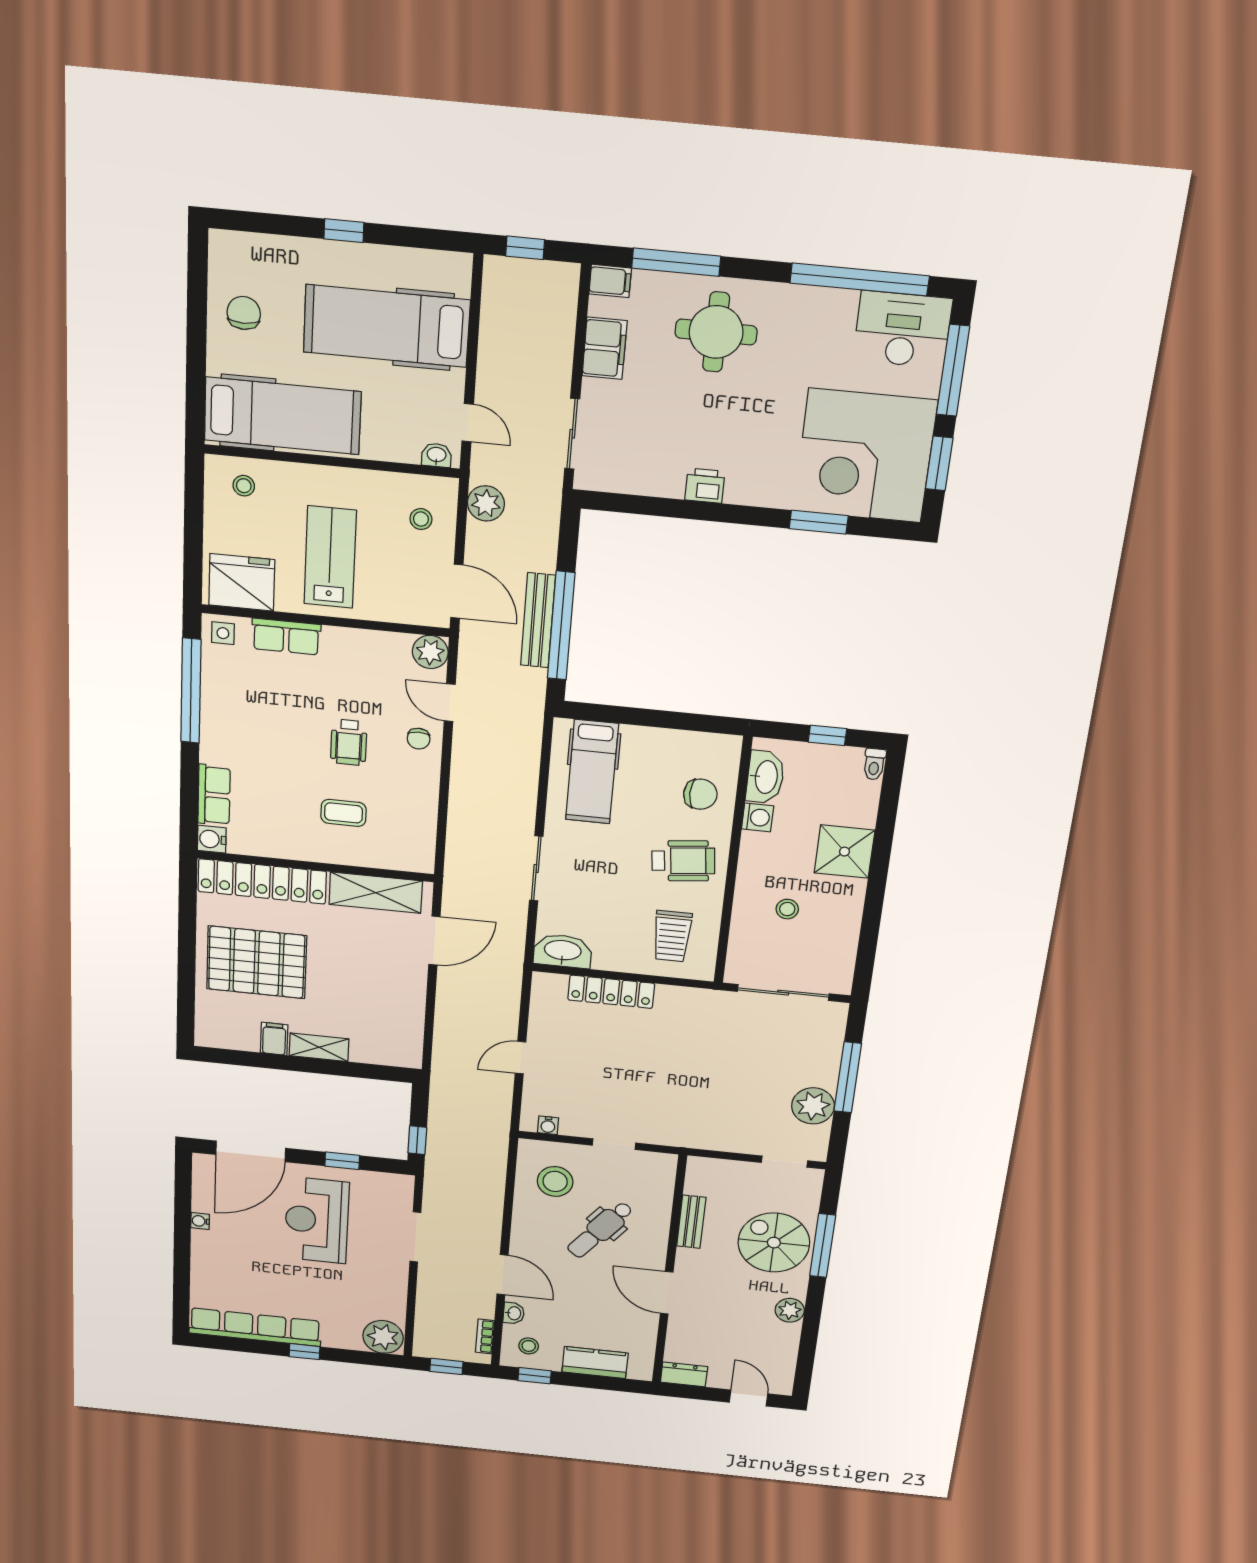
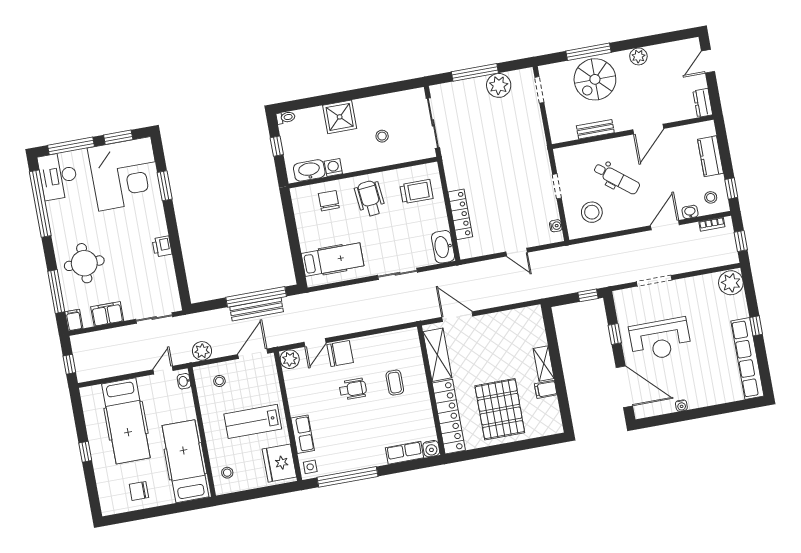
chair: (419, 739) -> (340, 354), width x1.87, depth x1.87

